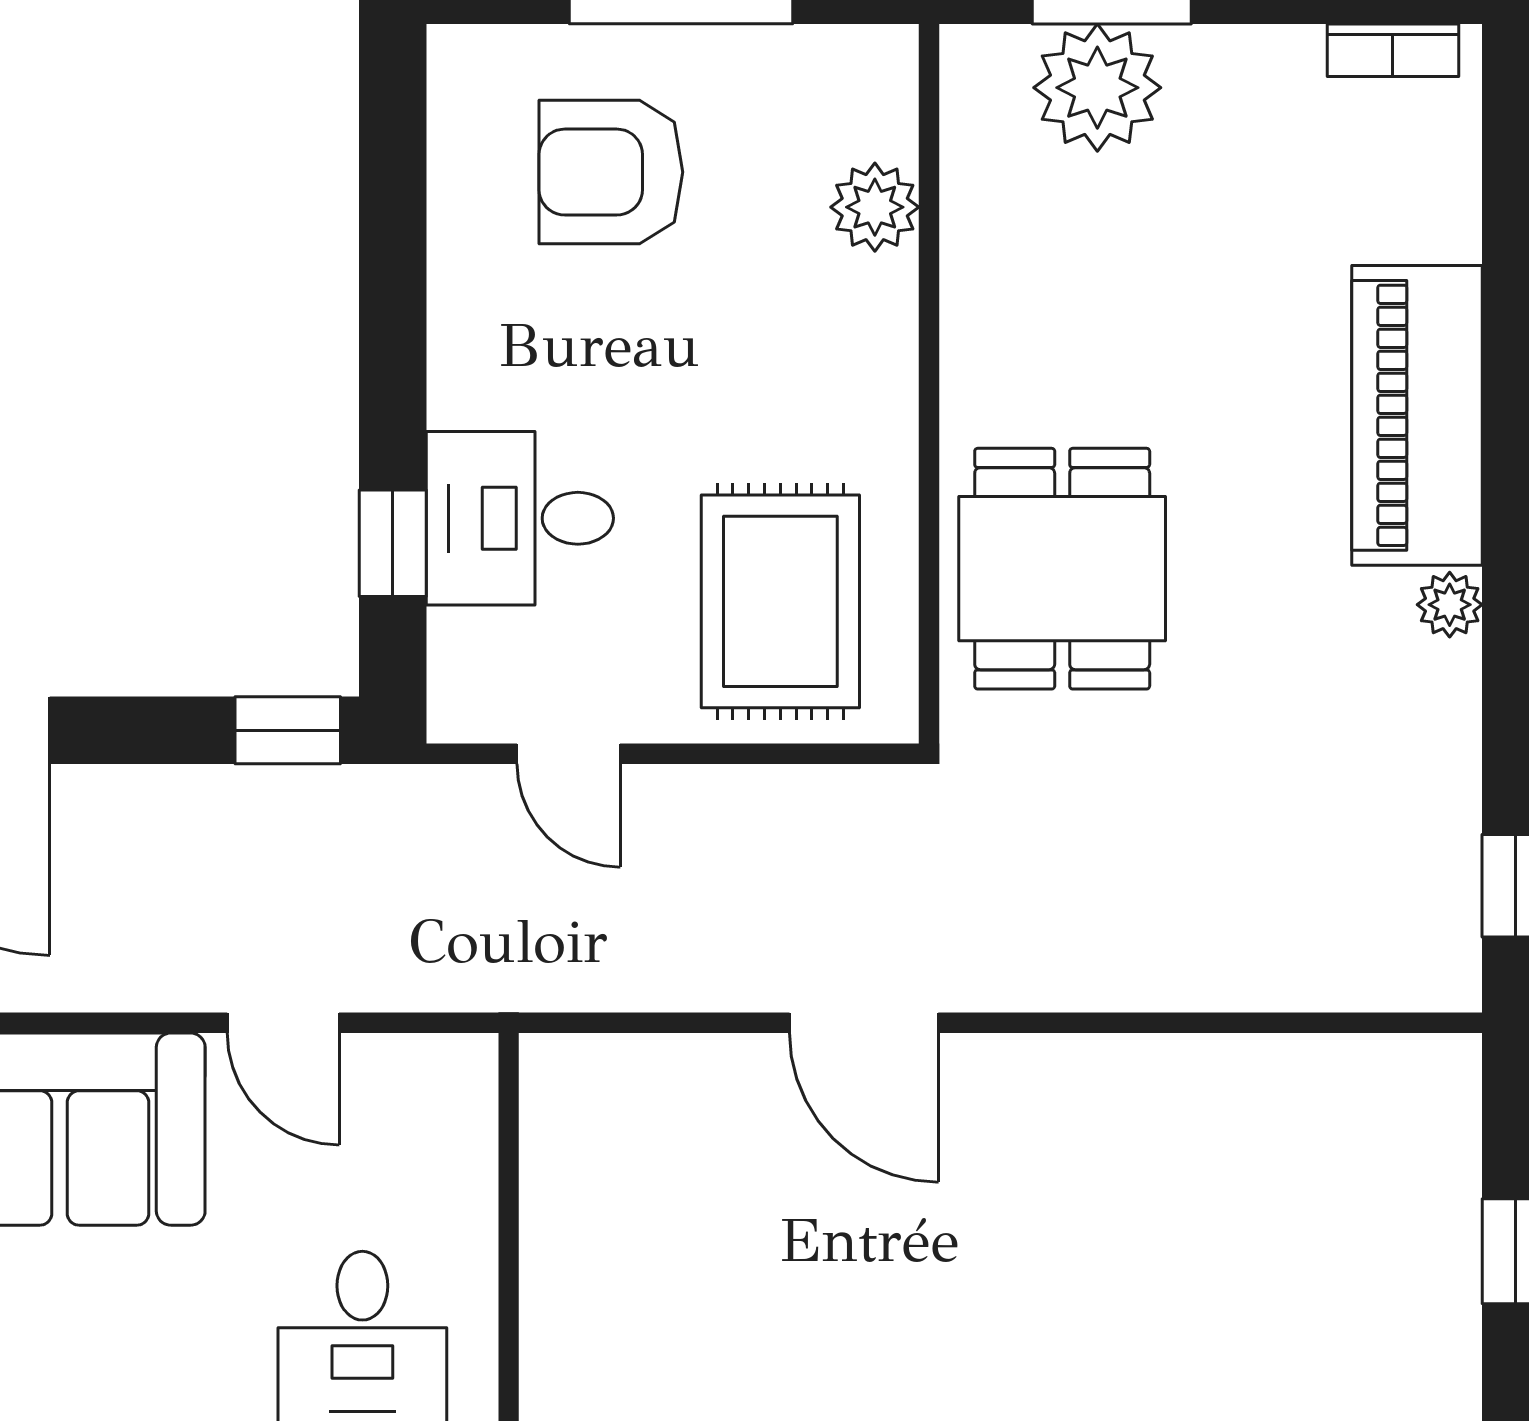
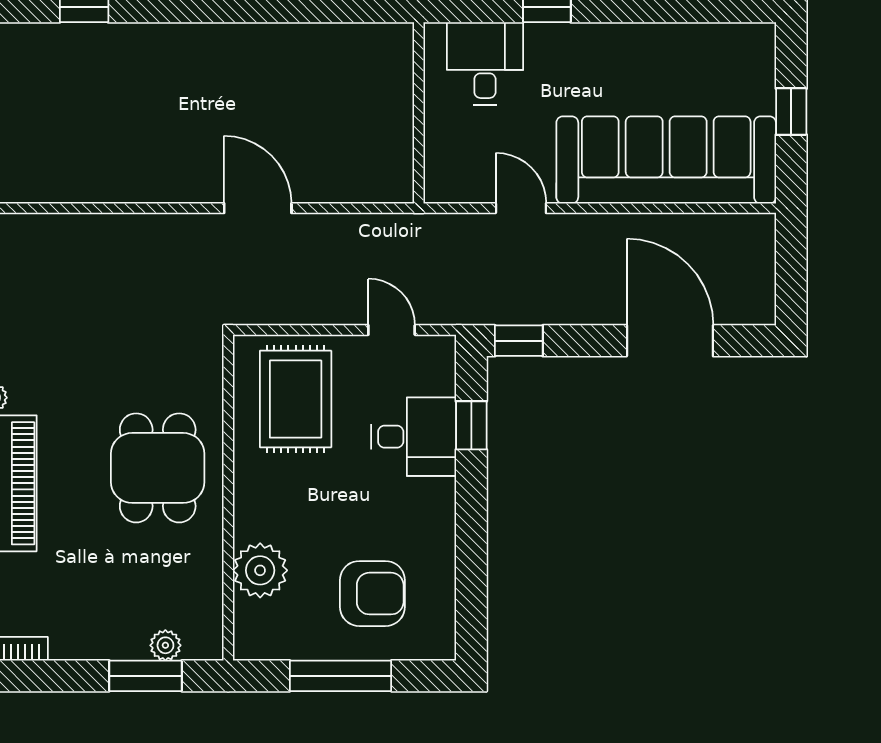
plant: (1097, 88) -> (165, 645), width x0.53, depth x0.53
plant: (875, 207) -> (260, 570), width x1.36, depth x1.36
dining table: (1062, 569) -> (158, 468), moved

